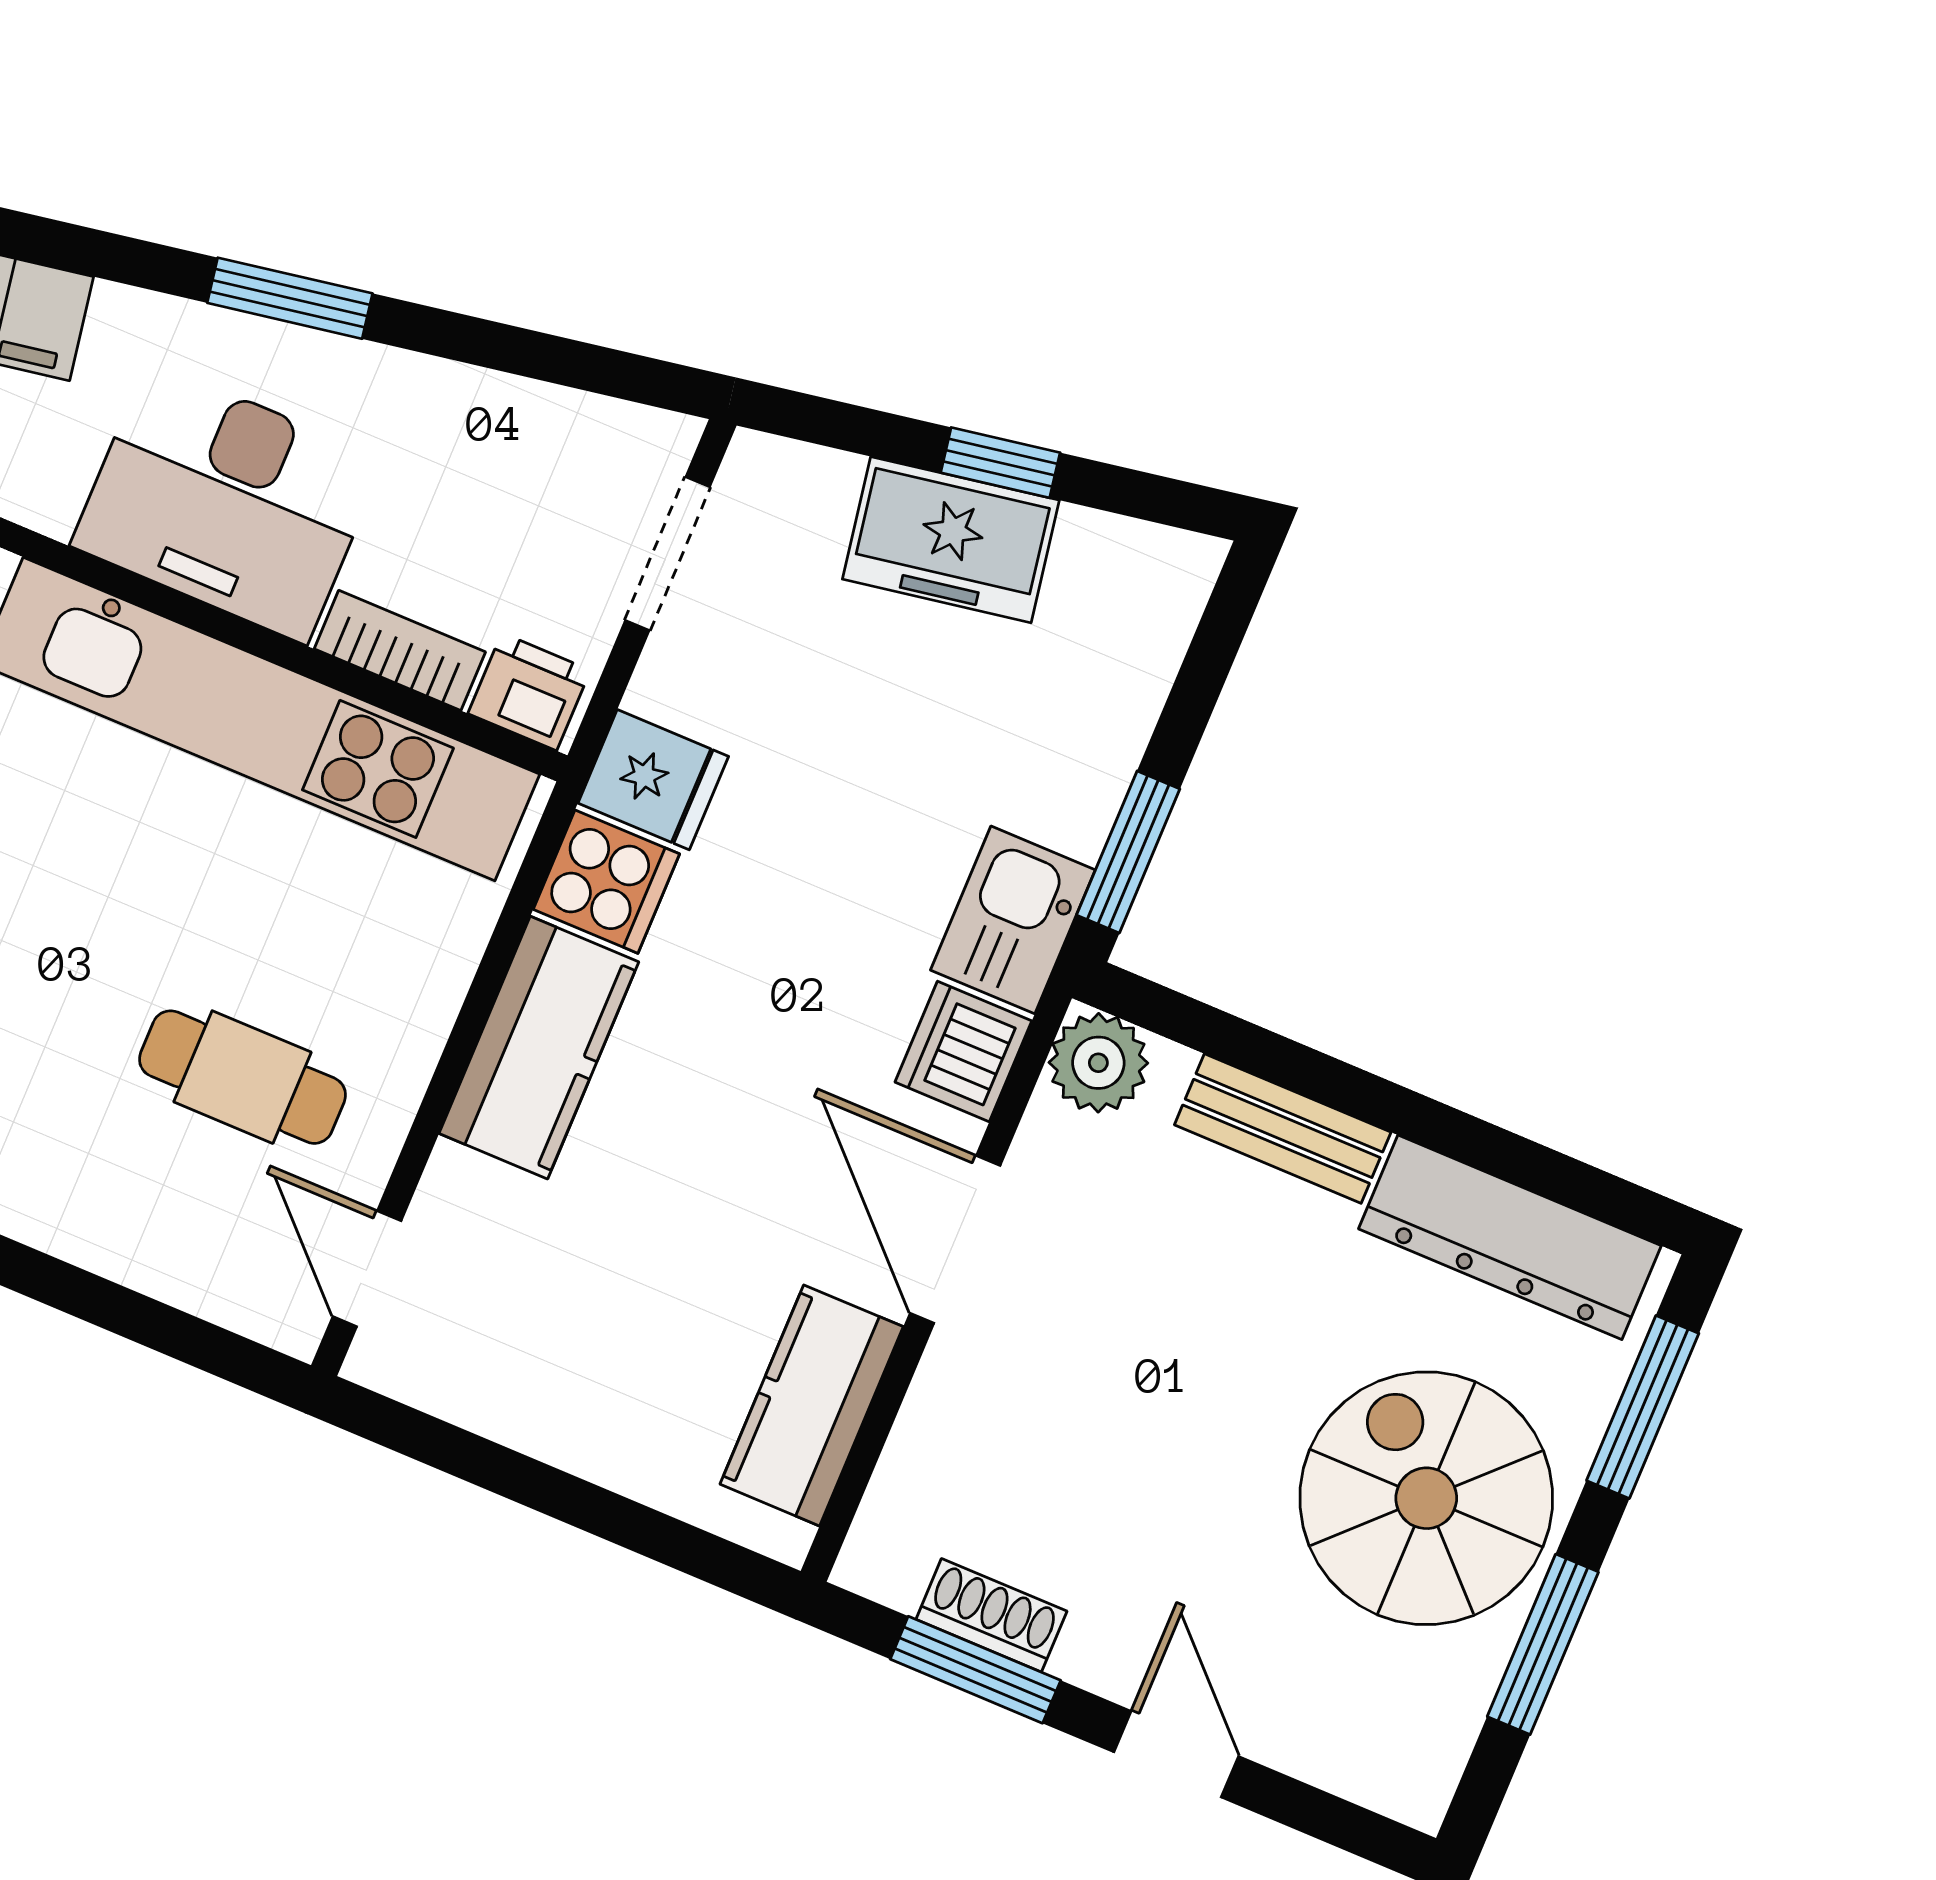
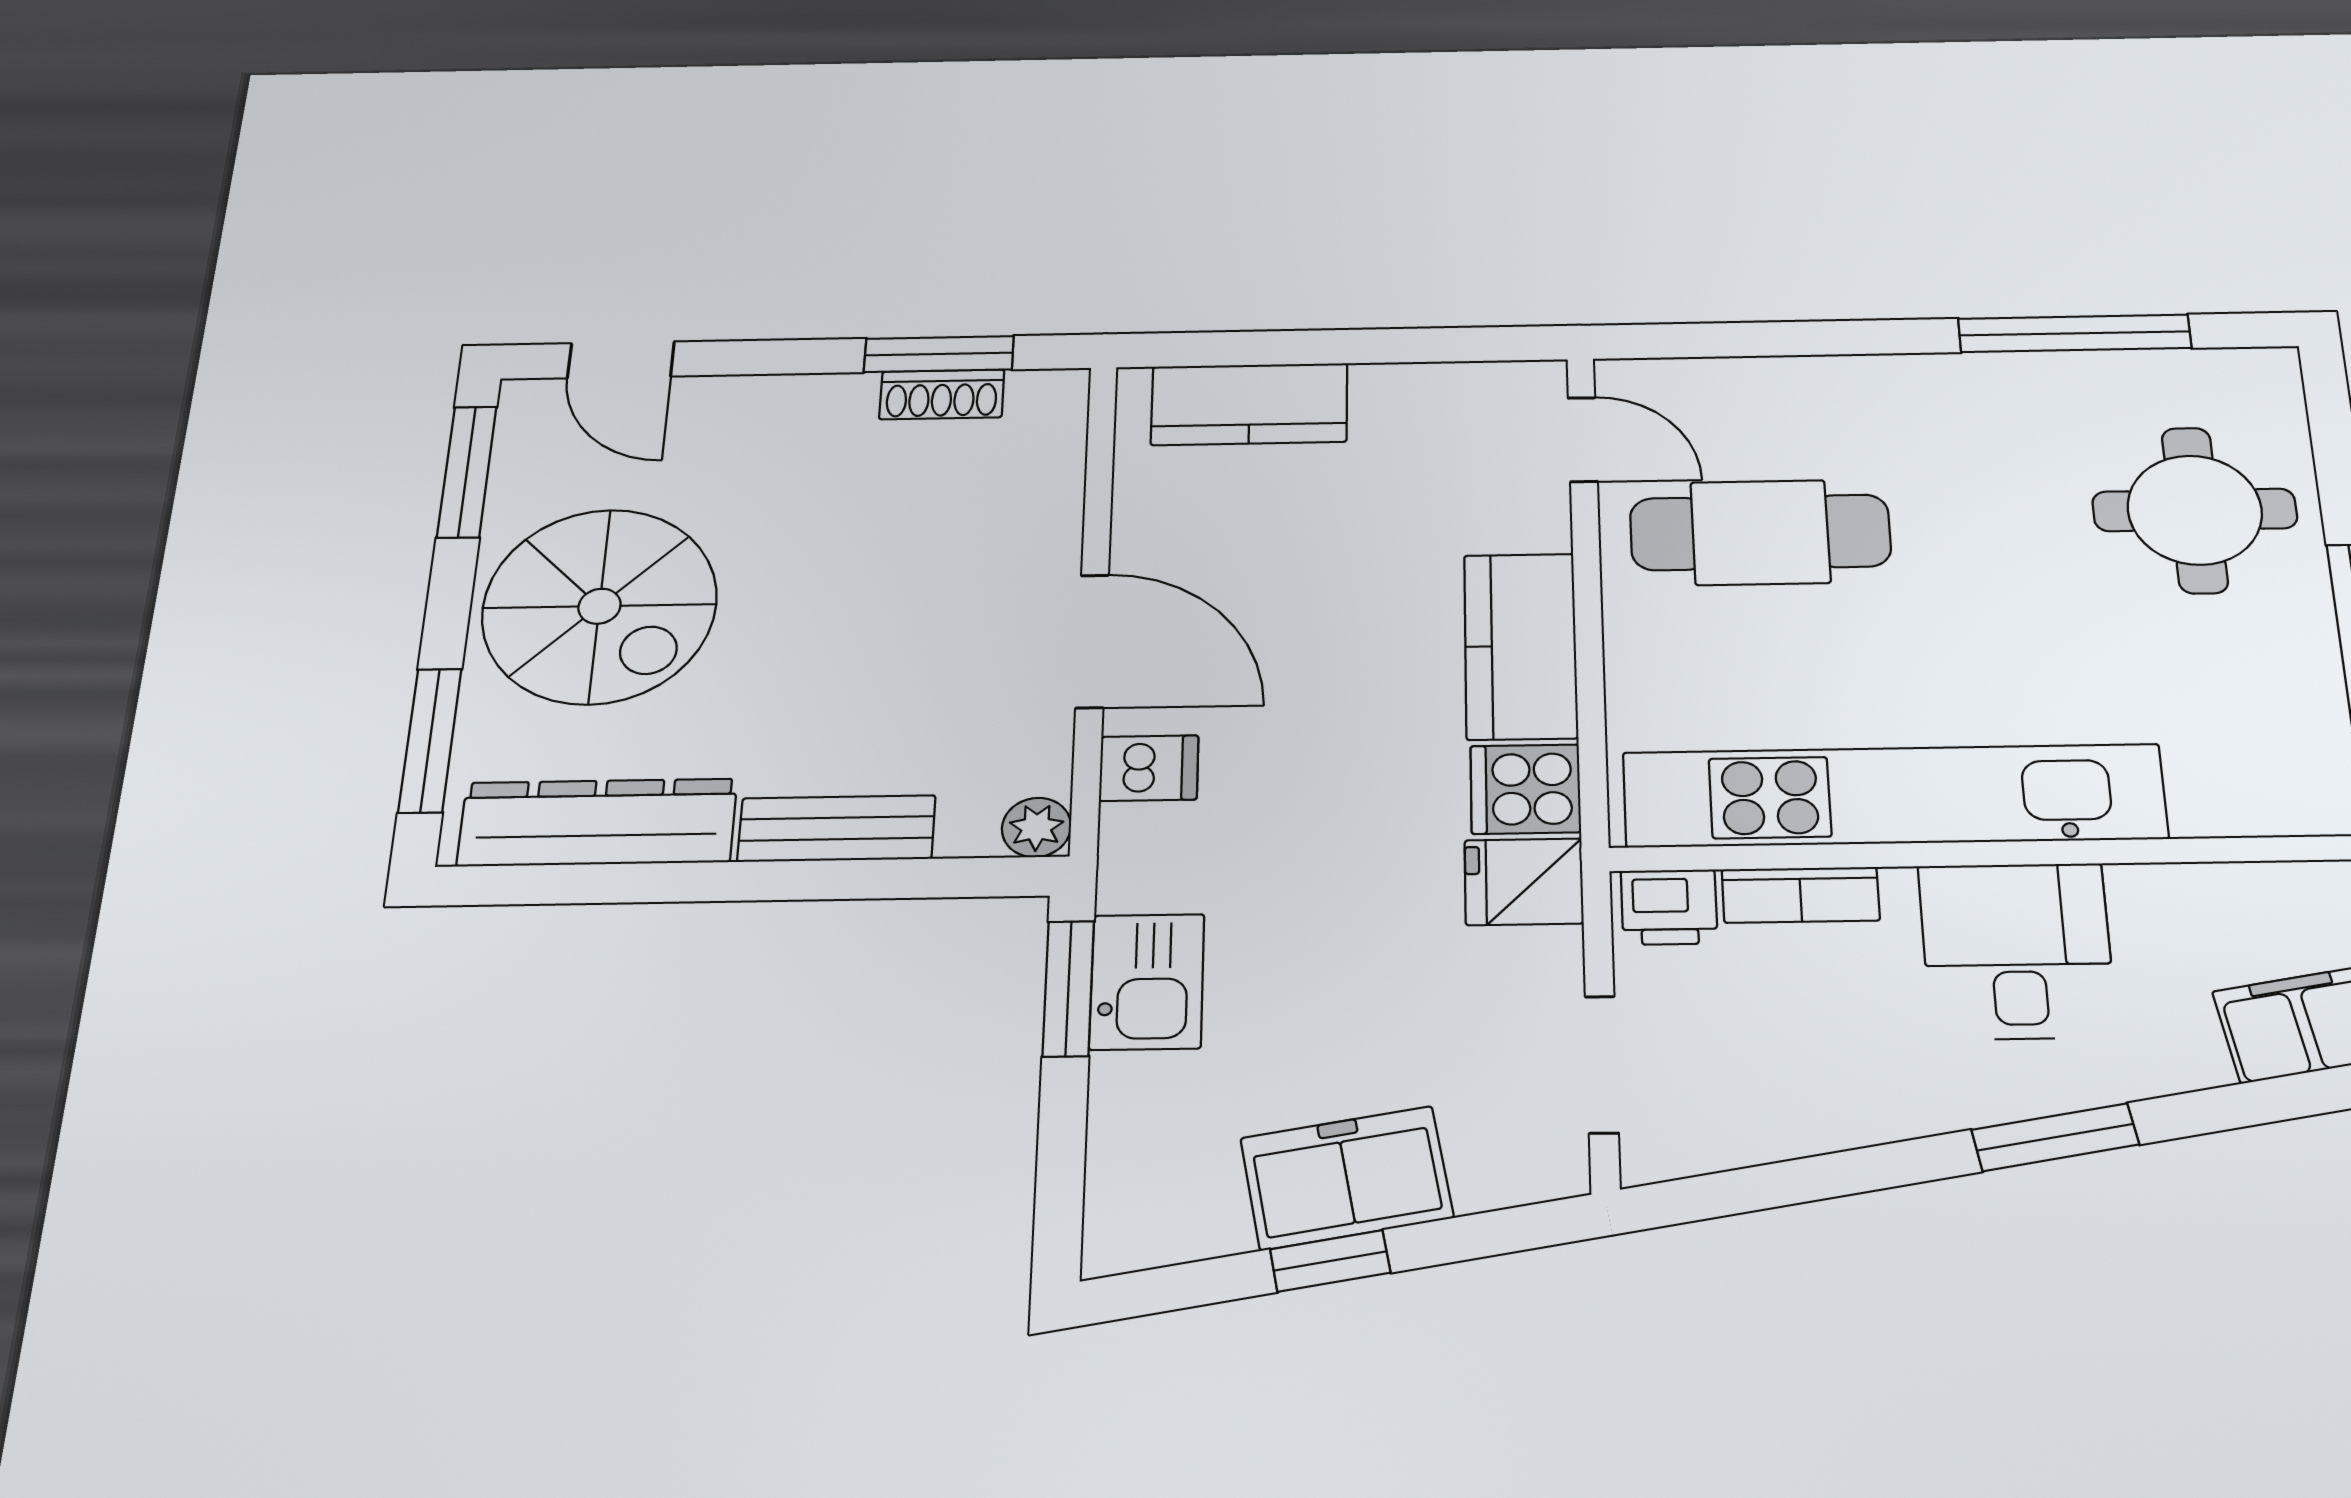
desk: (227, 502) -> (2017, 951), width x0.73
kitchen sink: (1013, 920) -> (1147, 982), moved
dishwasher: (963, 1052) -> (1149, 768), width x0.73
plant: (1098, 1063) -> (1036, 827), width x0.73, depth x0.73
cafe table: (242, 1077) -> (1760, 532), width x1.37, depth x1.35
kitchen counter: (812, 1405) -> (1249, 404), moved, turned 90
window: (1543, 1644) -> (467, 472), moved
door: (1176, 1754) -> (621, 360), moved

